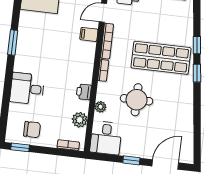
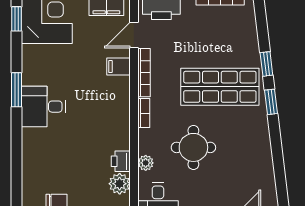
desk: (27, 89) -> (43, 107), moved
printer: (84, 92) -> (121, 161), moved

